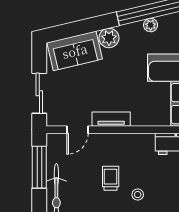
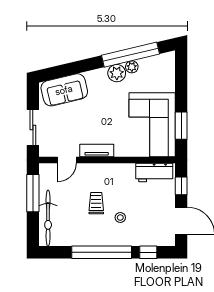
plant: (109, 38) -> (117, 73), moved

